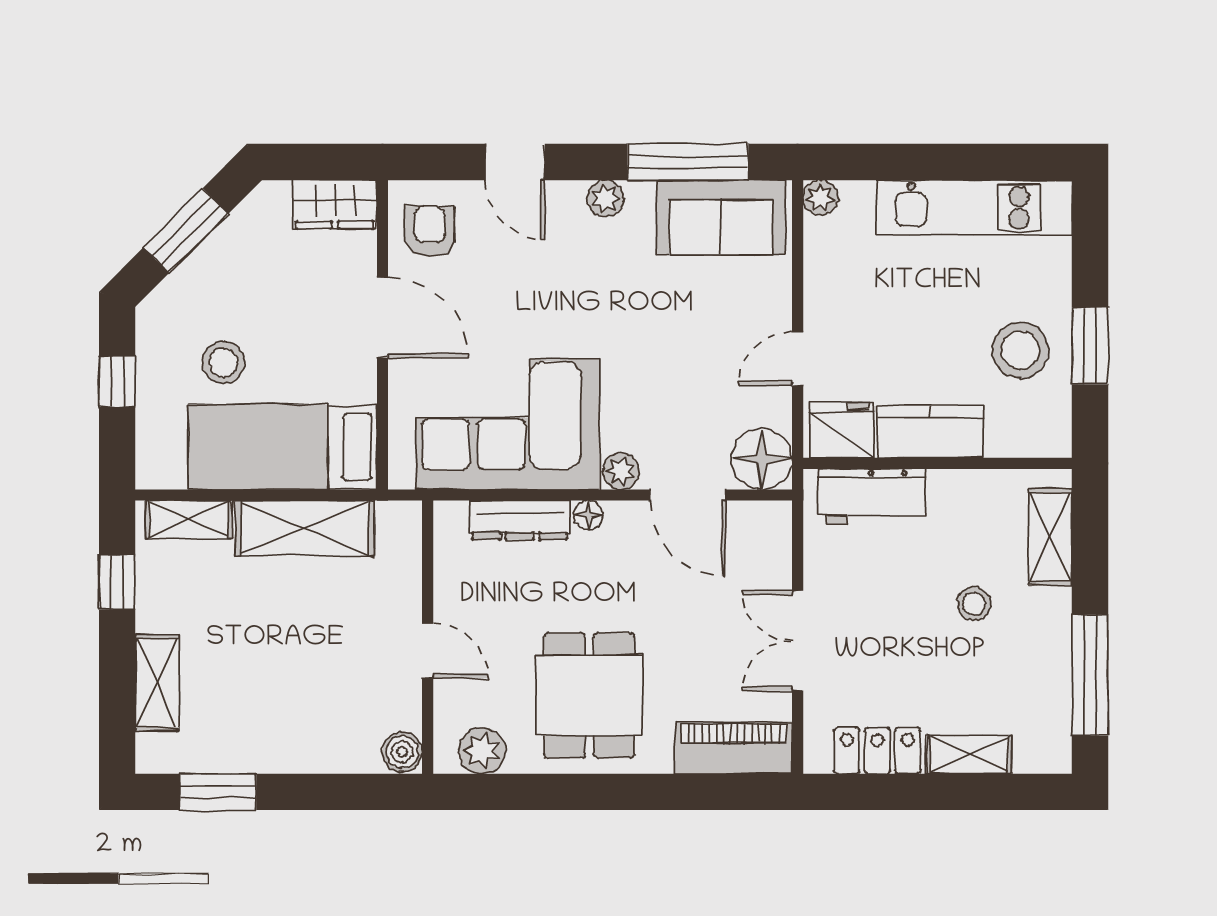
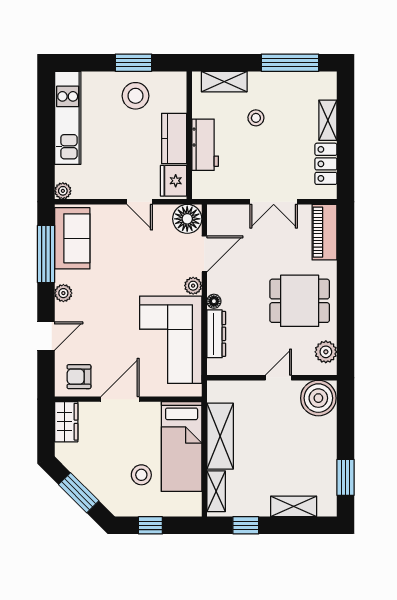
workbench: (872, 497) -> (205, 145), moved
boiler: (402, 752) -> (318, 398), width x1.86, depth x1.86

